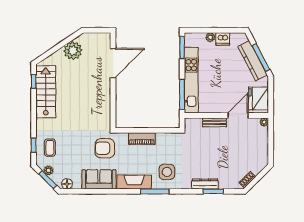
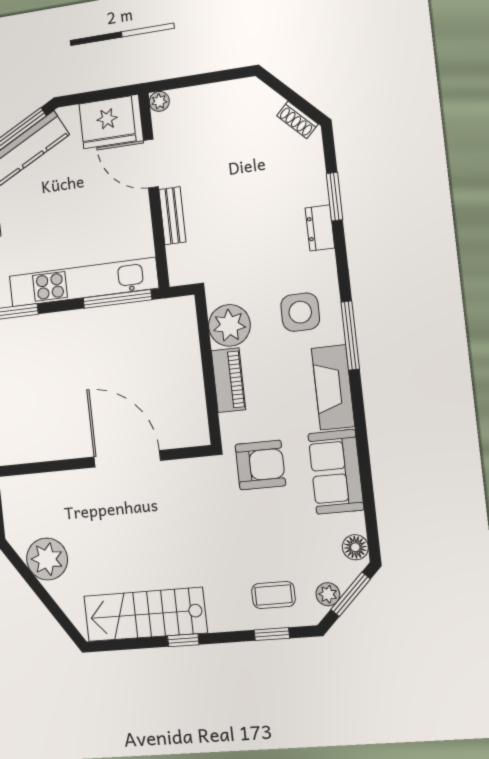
door: (113, 63) -> (127, 459), moved
window: (34, 81) -> (183, 640), moved
plant: (165, 142) -> (229, 325), added
armchair: (105, 148) -> (260, 465), turned -90
dresser: (205, 184) -> (320, 228), width x0.70

